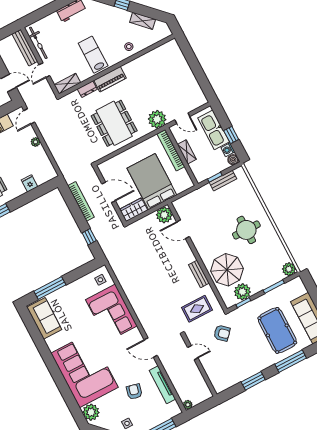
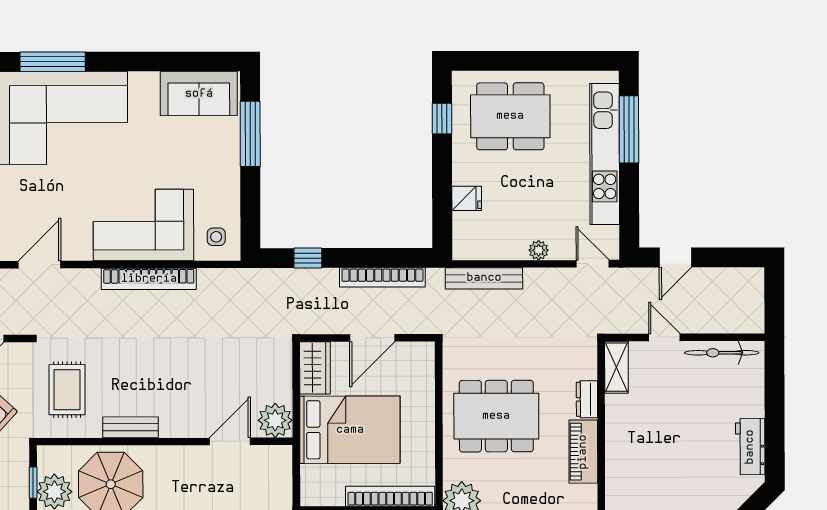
bench: (25, 48) -> (484, 278), moved
lab bench: (93, 55) -> (646, 444), removed
bookcase: (133, 299) -> (149, 279), added
window: (63, 387) -> (53, 62), added

